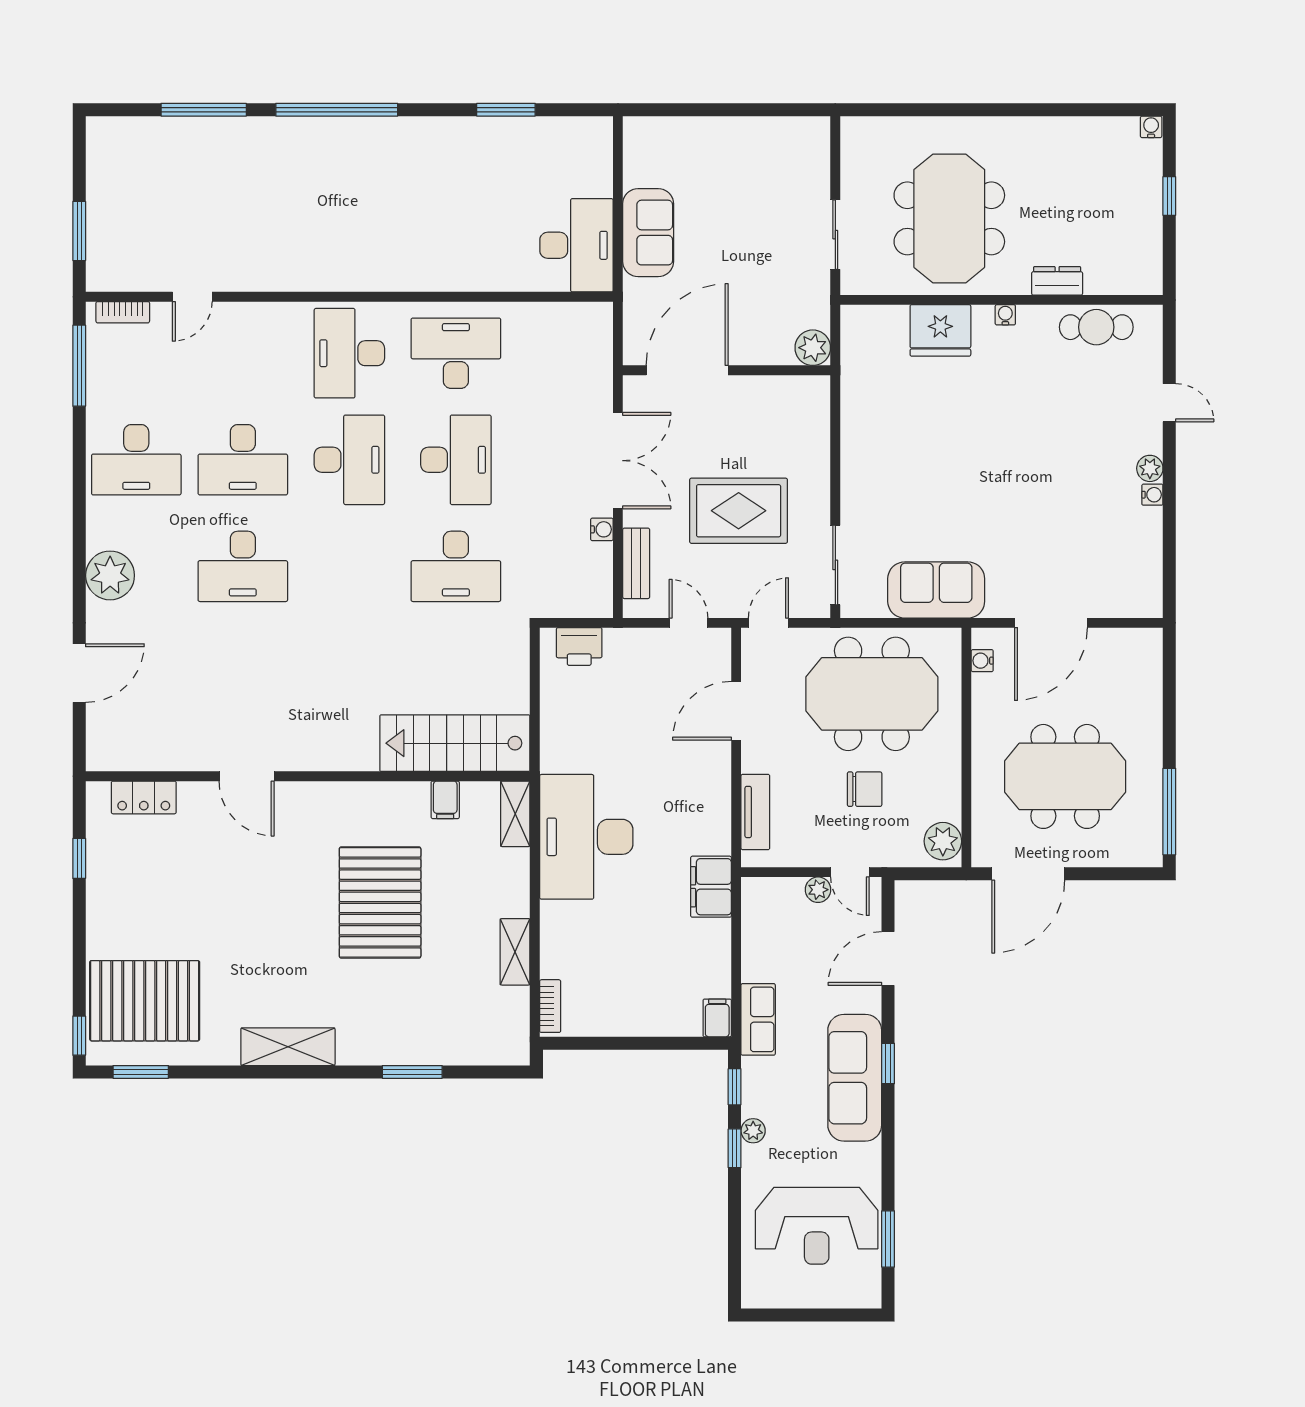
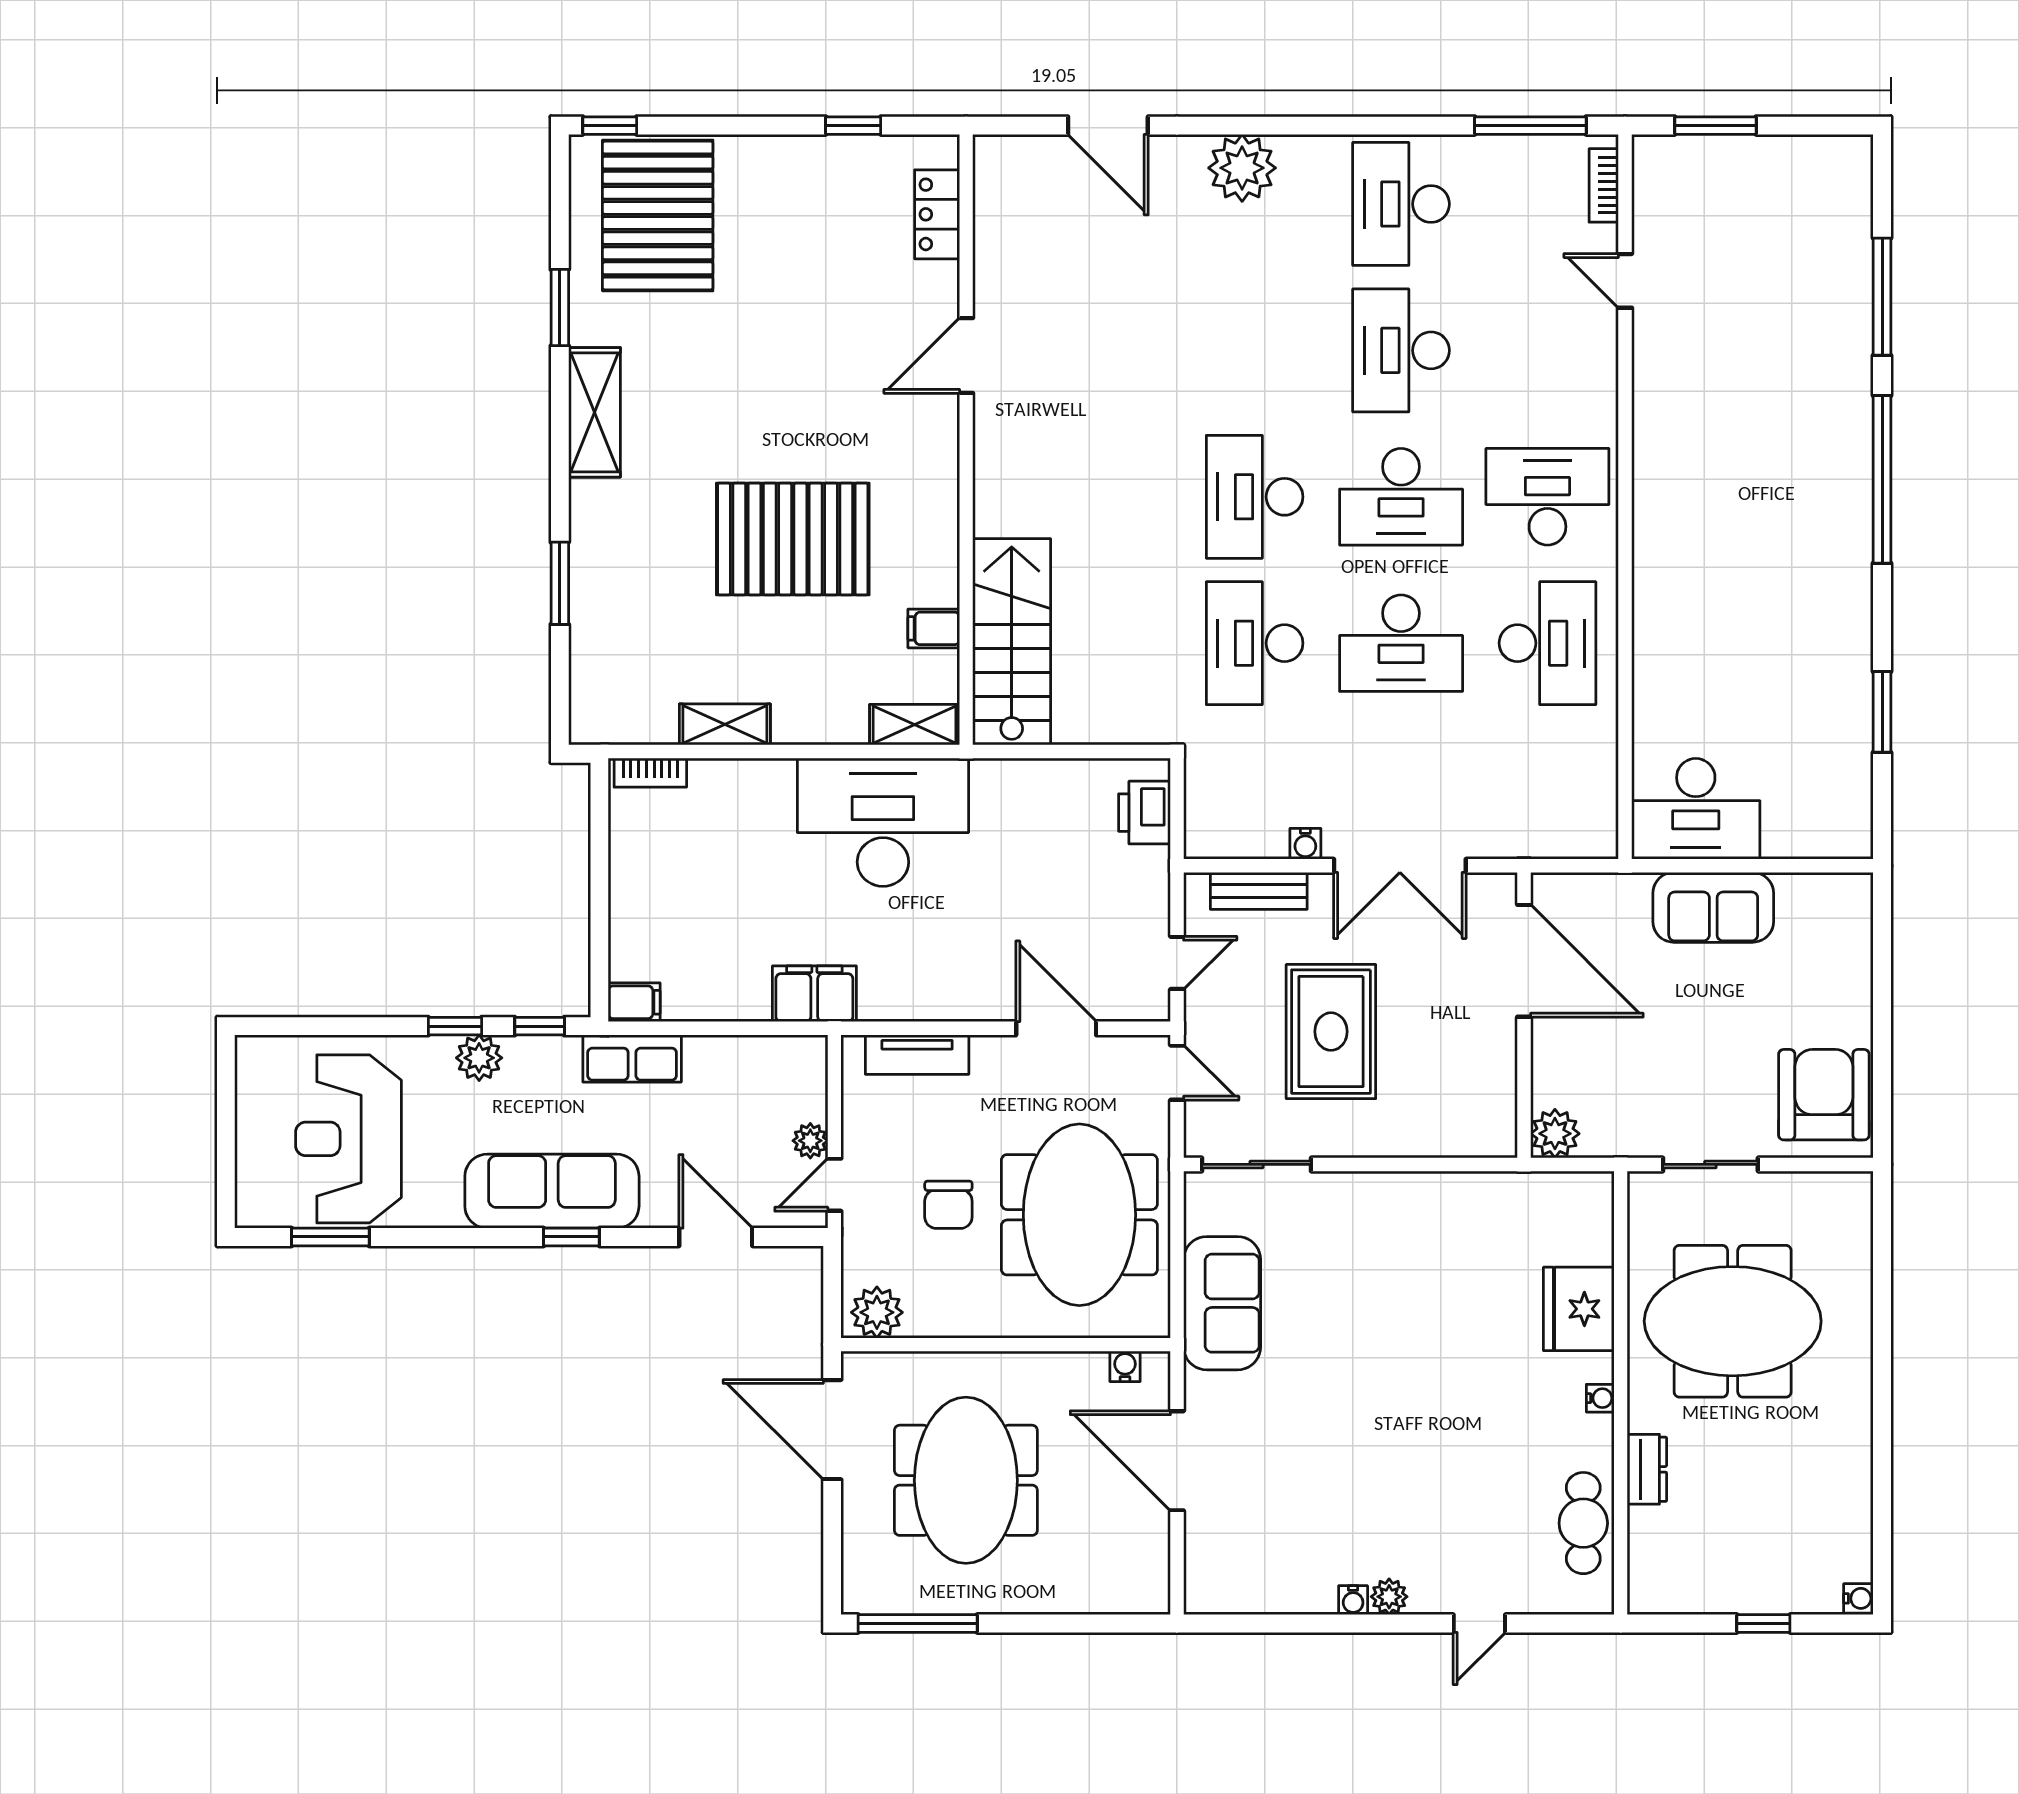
armchair: (784, 152) -> (1824, 1095), added
desk: (243, 566) -> (1255, 497), moved
window: (141, 1072) -> (560, 308), moved
plant: (753, 1131) -> (479, 1058), width x1.38, depth x1.38

